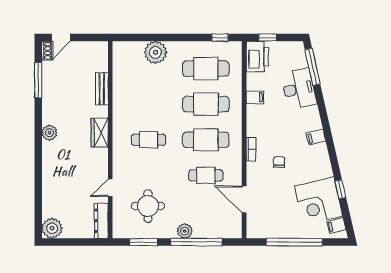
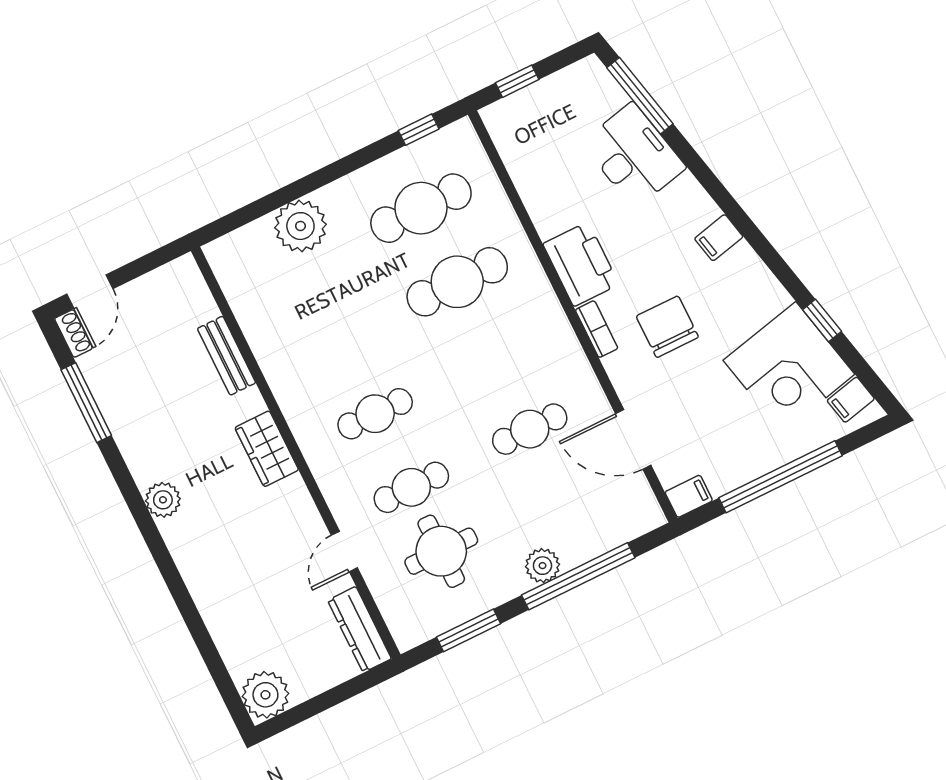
printer: (257, 57) -> (581, 264), moved
filing cabinet: (255, 97) -> (689, 496), moved
cafe table: (206, 140) -> (411, 487), moved, width x0.73, depth x0.74
chair: (279, 162) -> (667, 327), width x1.87, depth x1.87

